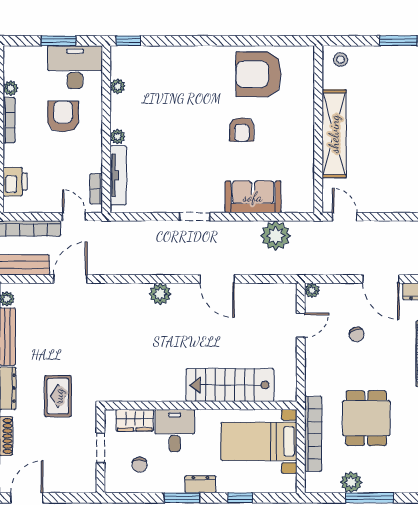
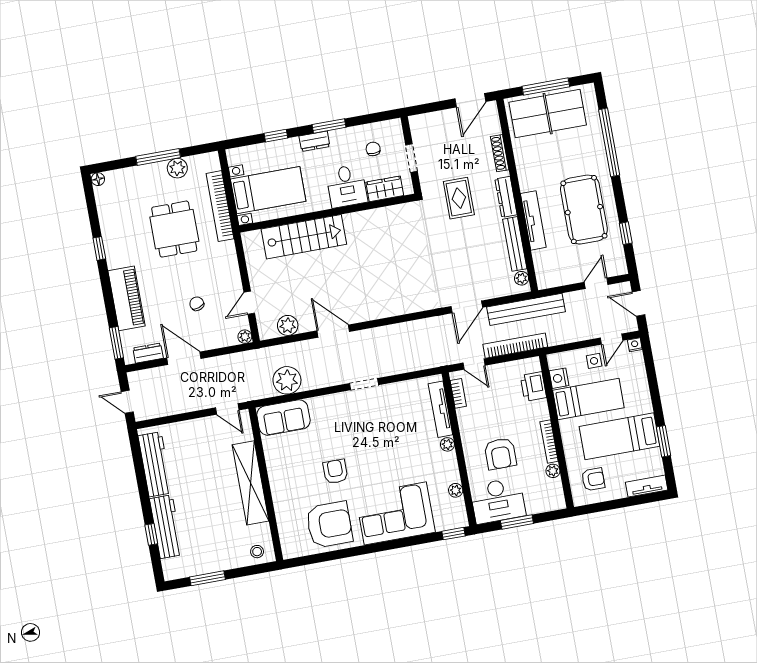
corner sofa: (186, 73) -> (395, 513), added
sofa: (253, 197) -> (283, 418), moved
plant: (160, 294) -> (288, 325), moved

